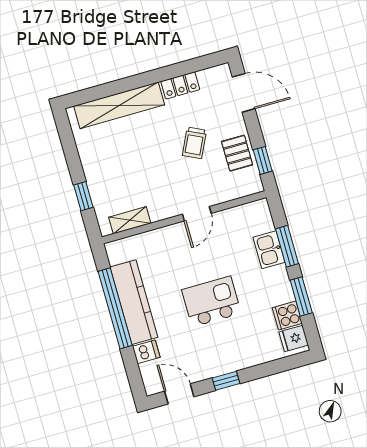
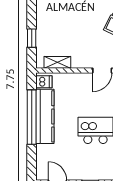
dishwasher: (146, 352) -> (44, 82), moved

